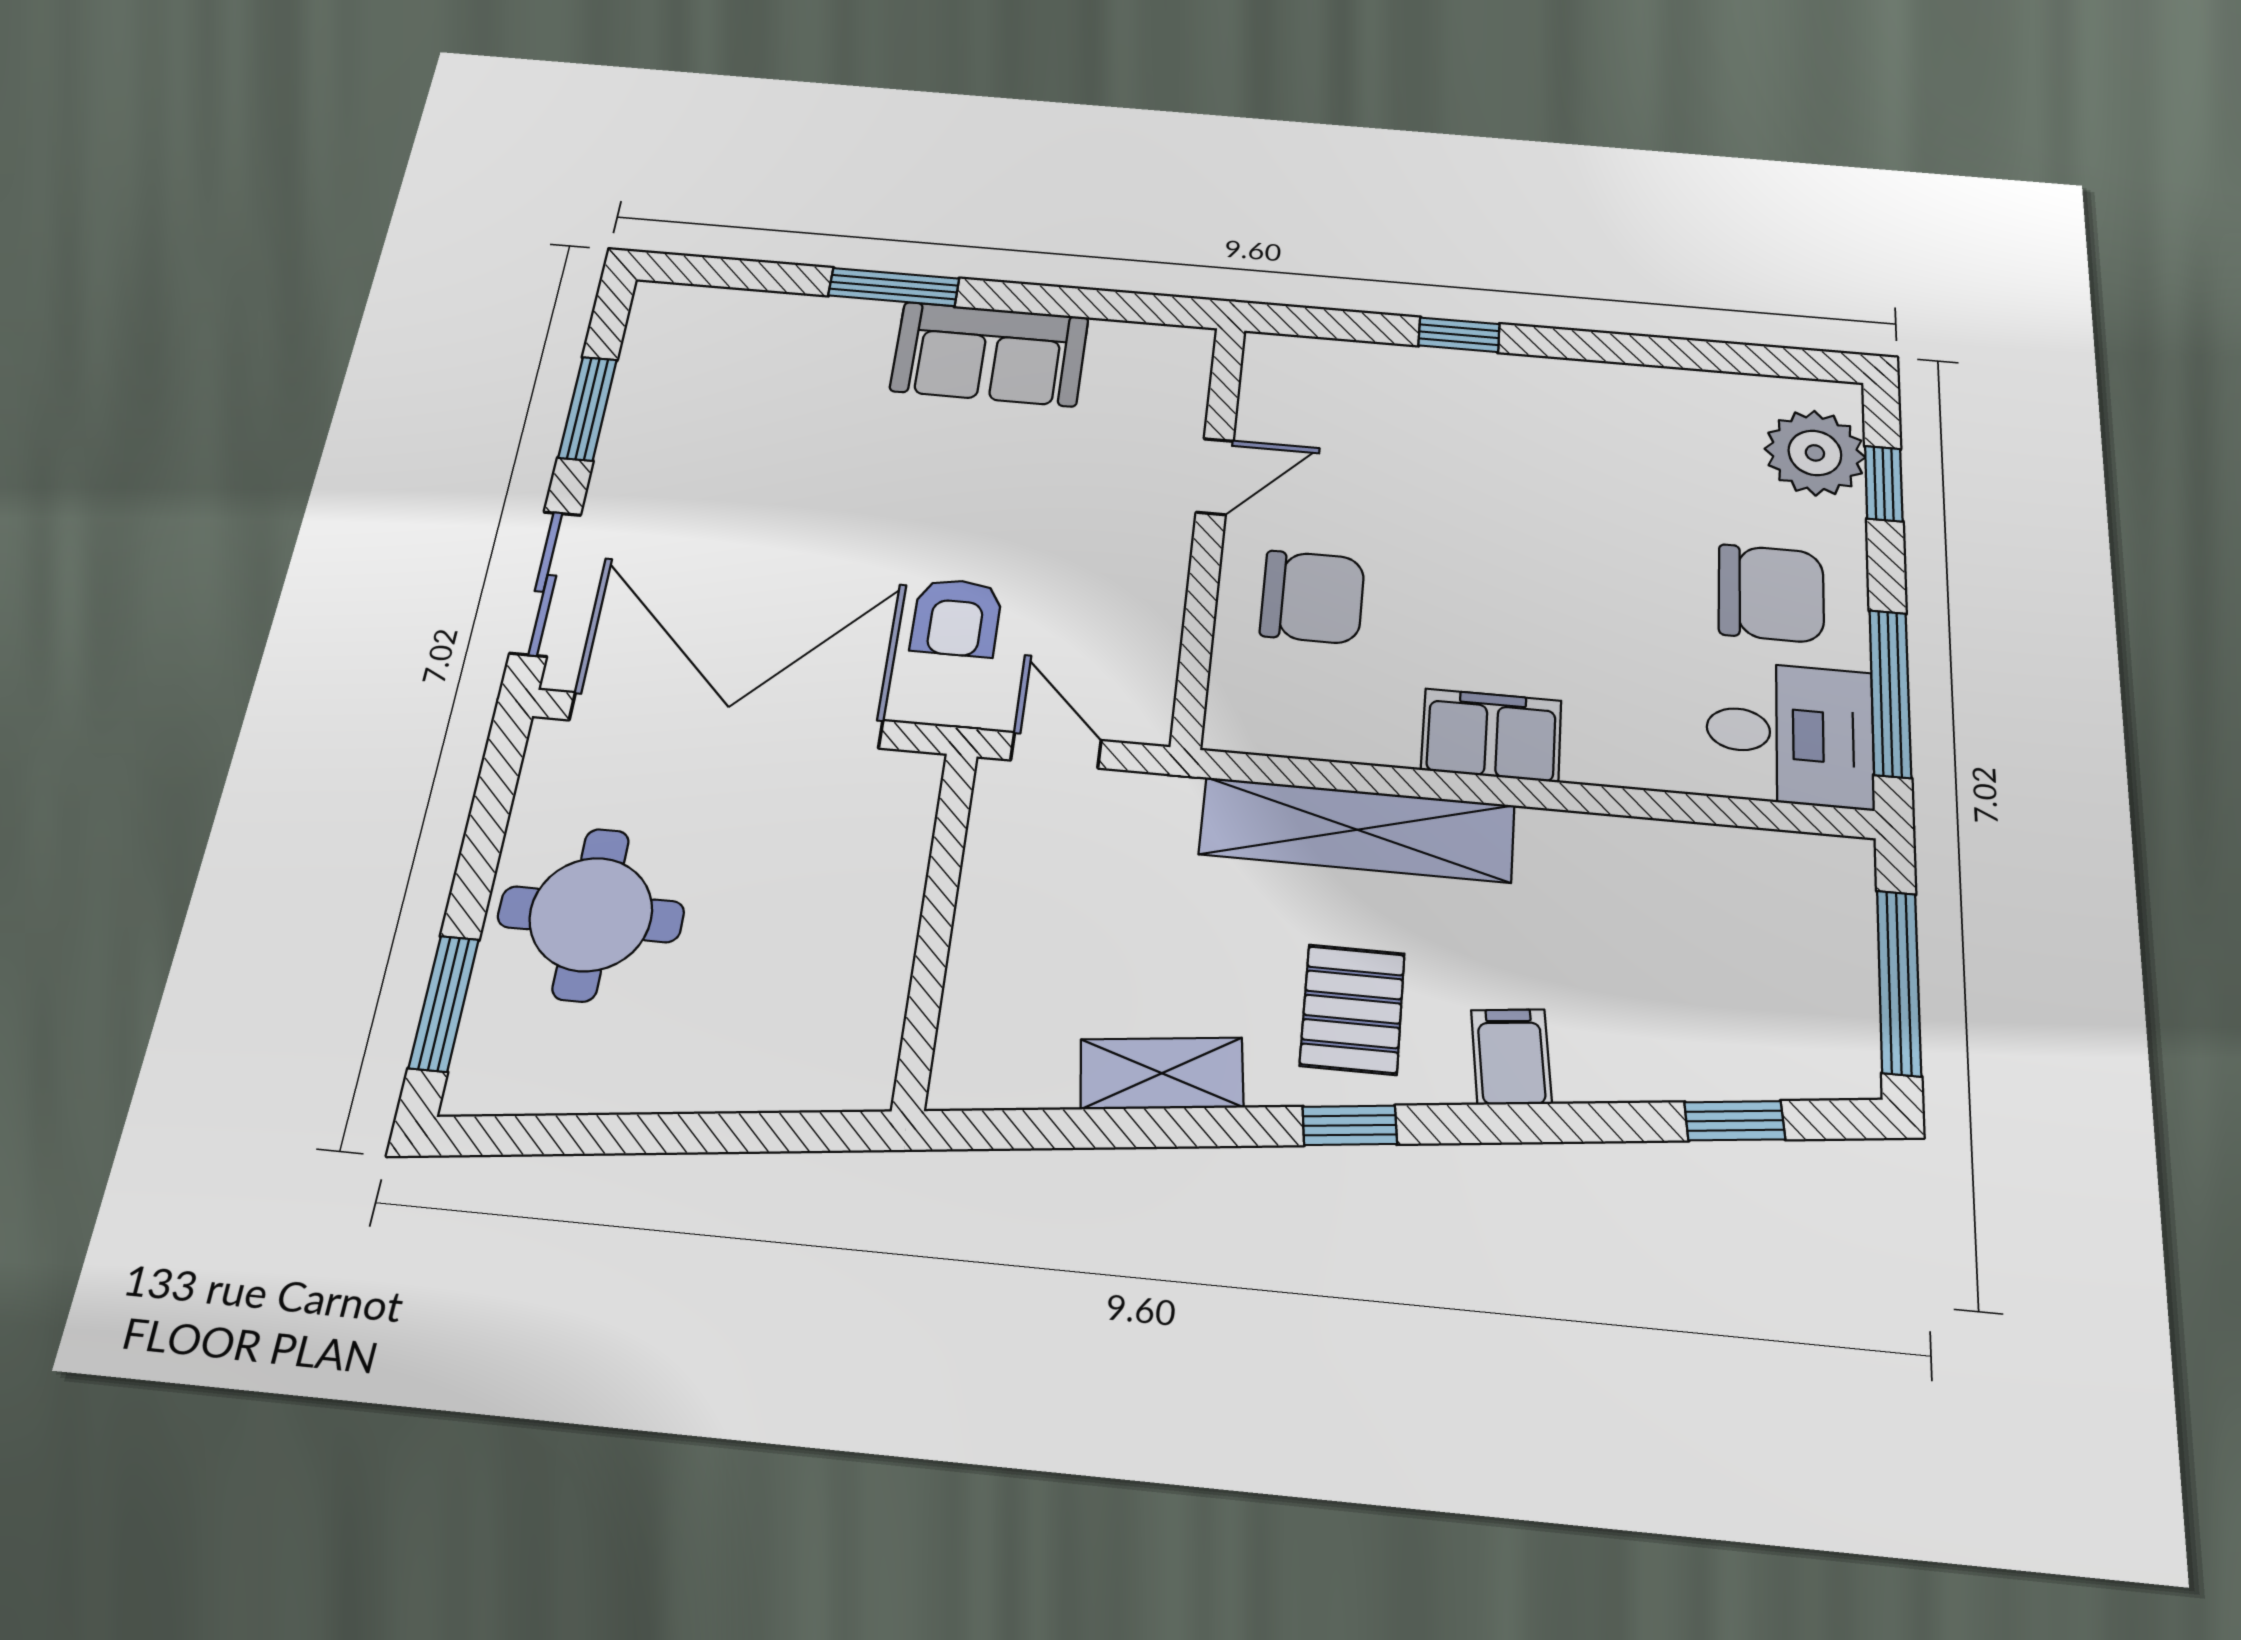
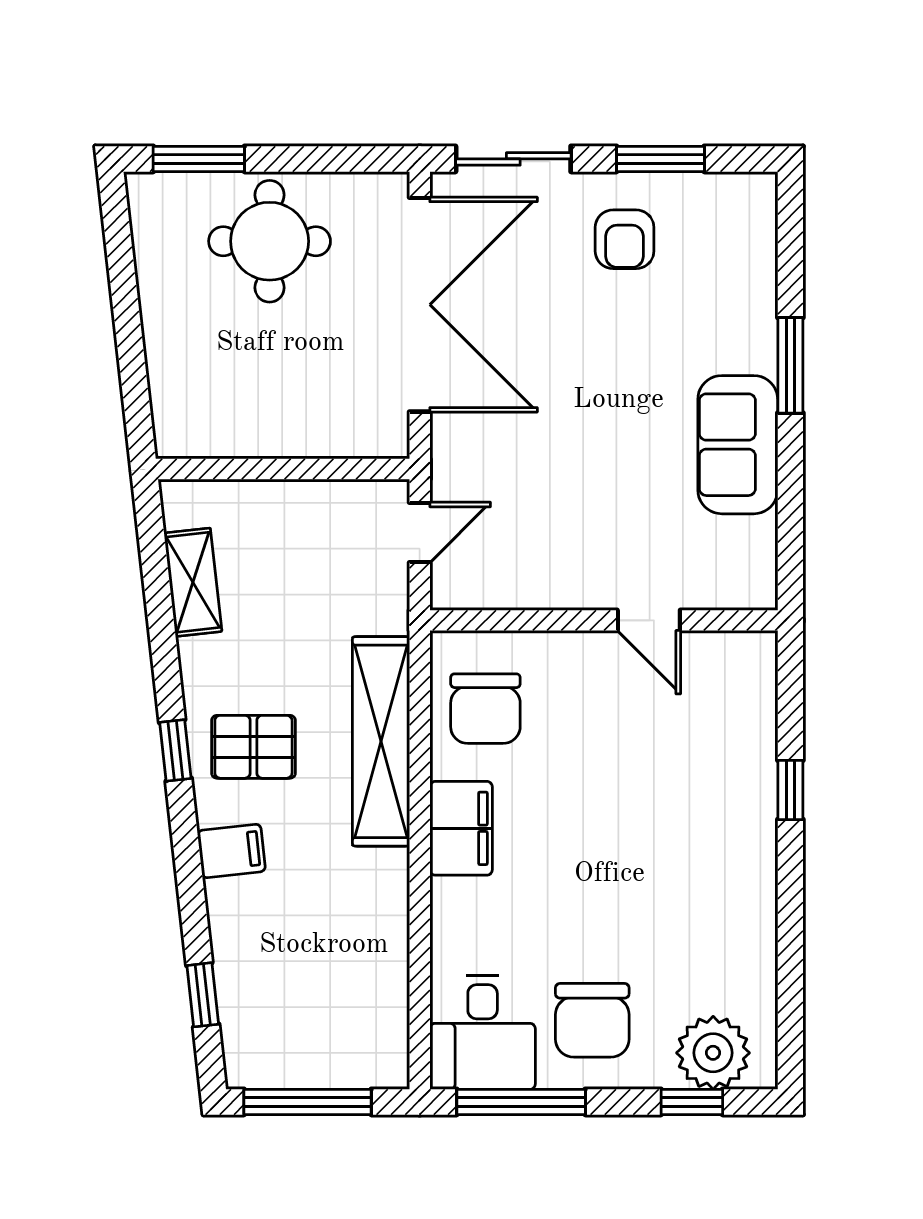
chair: (1312, 597) -> (485, 709), moved
armchair: (957, 618) -> (625, 239), moved, turned -90
shelving: (1162, 1073) -> (193, 582), moved

